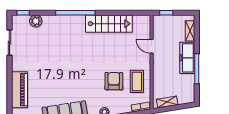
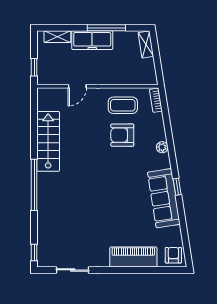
plant: (36, 21) -> (45, 236), removed
shelving: (167, 102) -> (146, 45), moved

